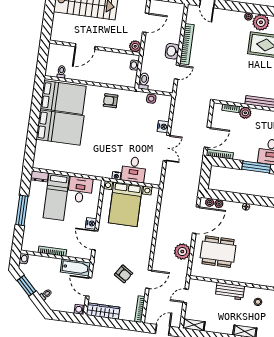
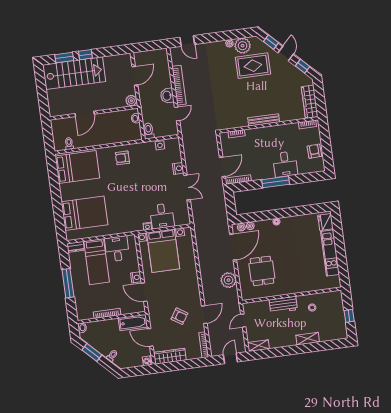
plant: (245, 113) -> (251, 134), removed
bed: (60, 127) -> (85, 213), moved
dining table: (218, 252) -> (262, 271), width x0.73

